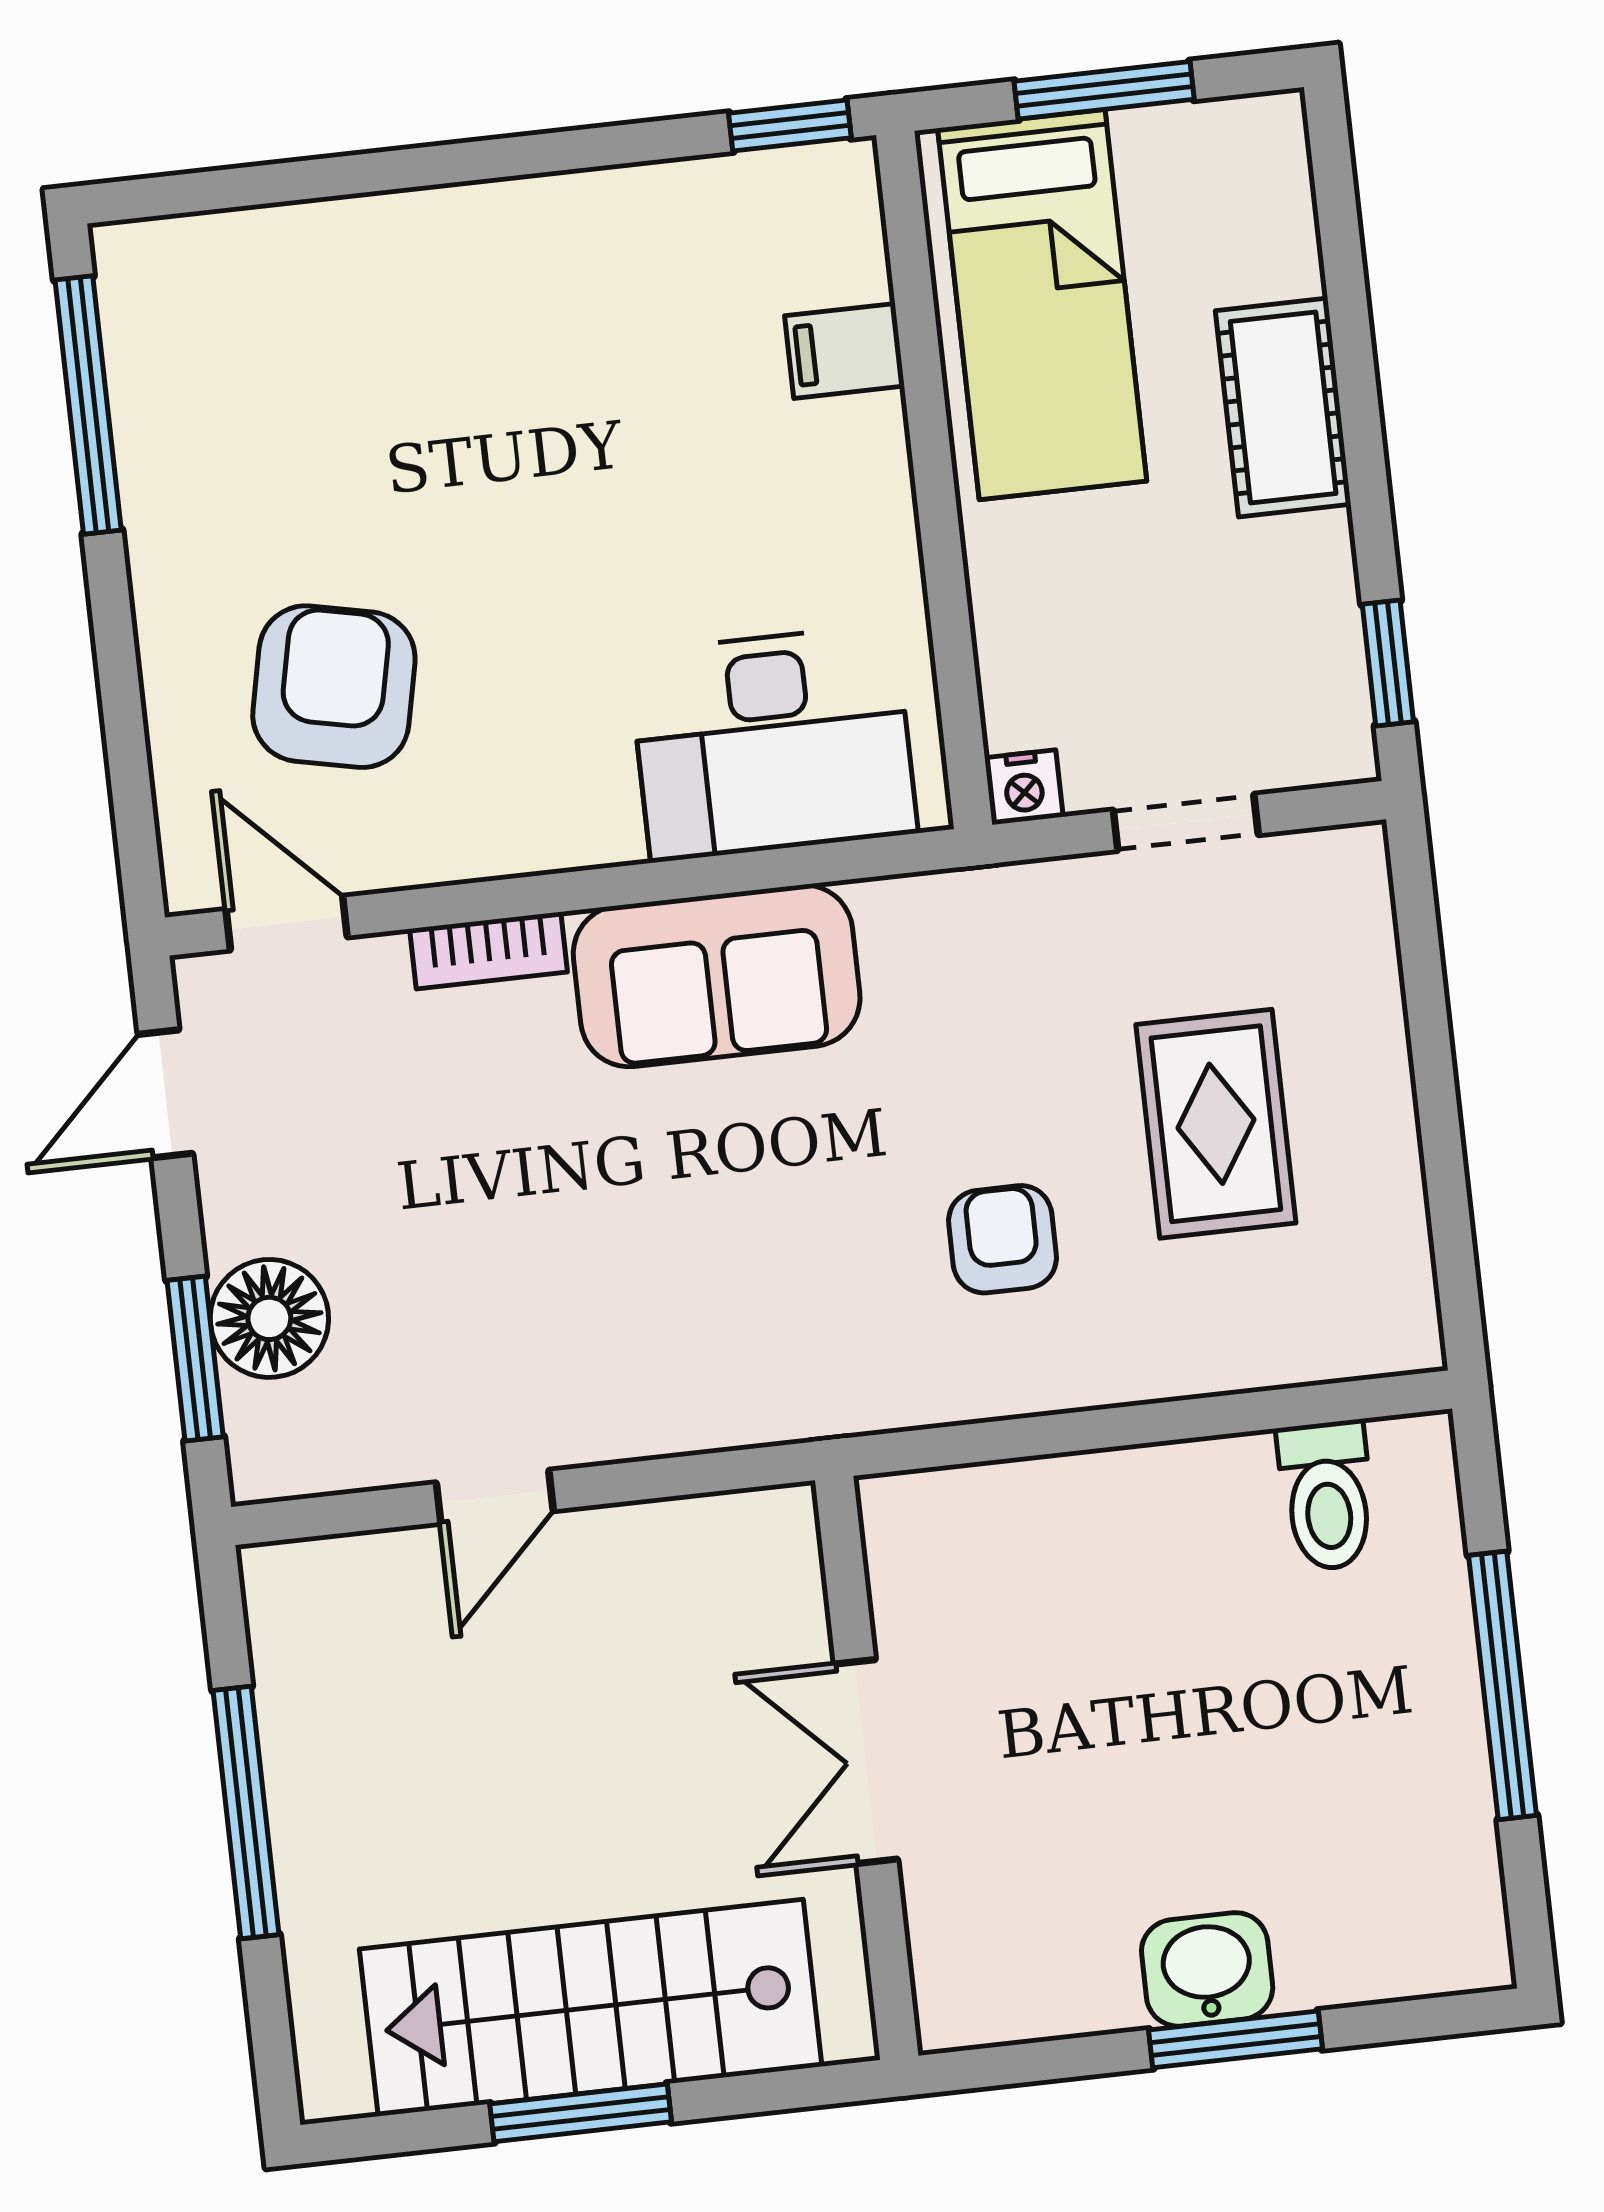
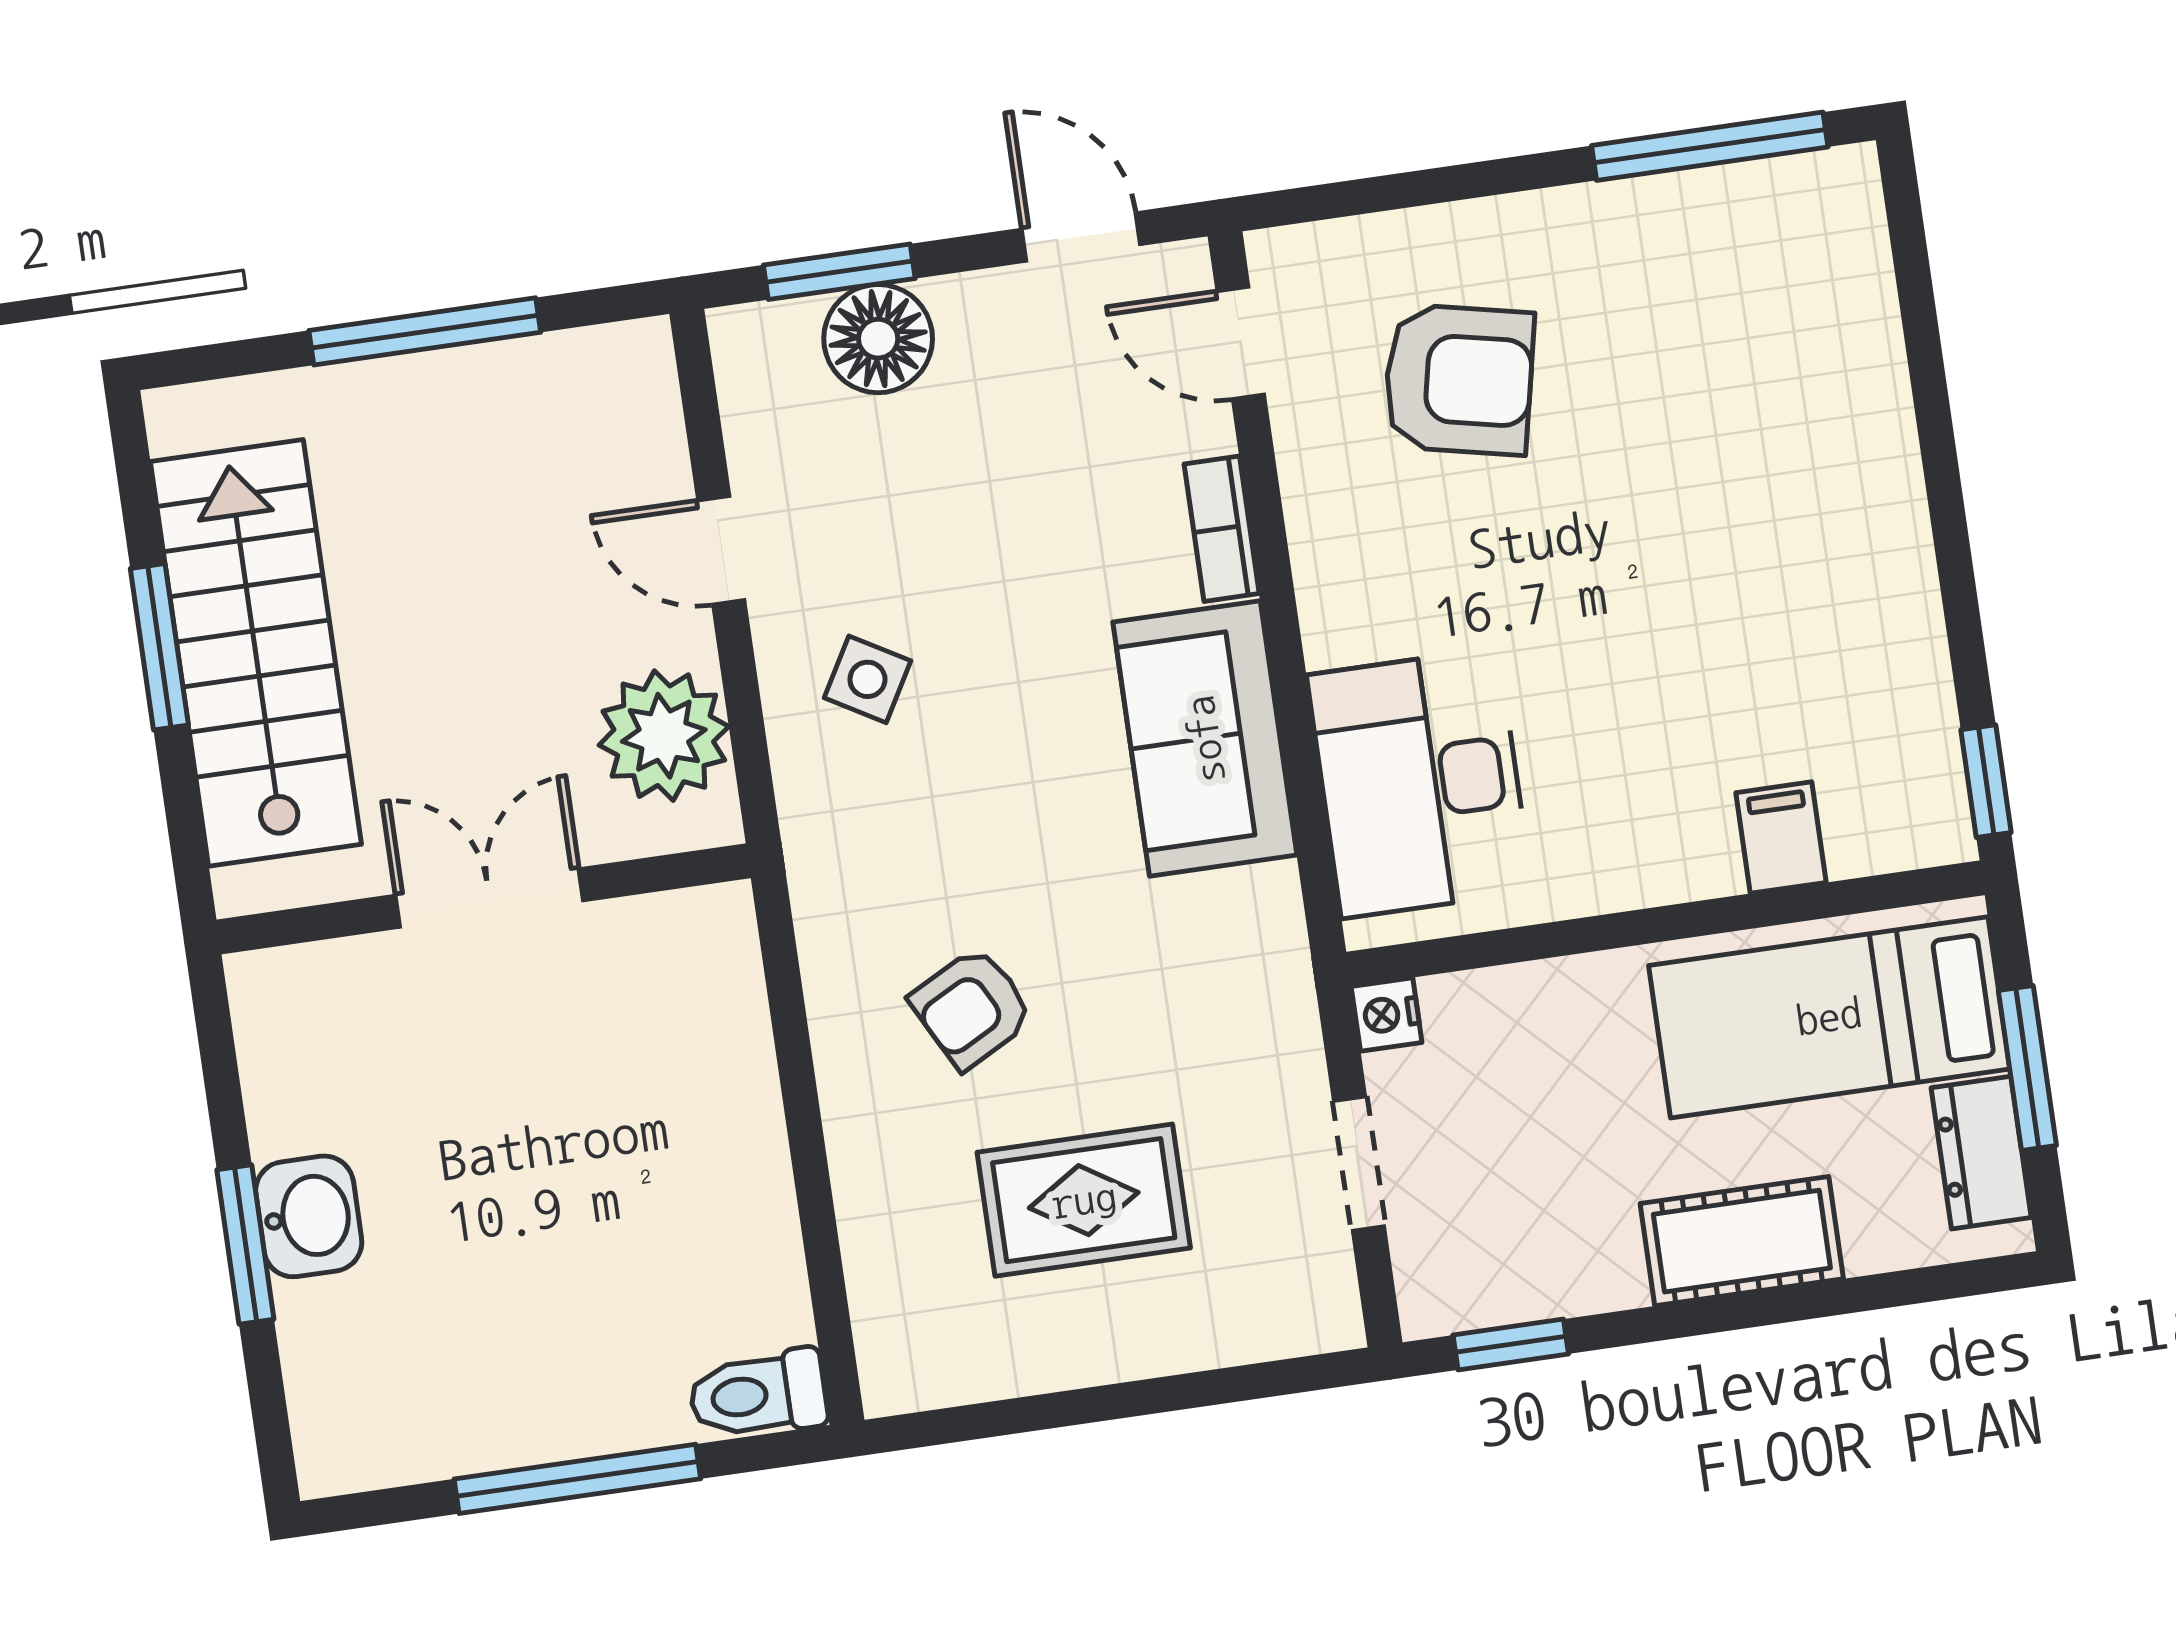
dresser: (1195, 143) -> (1981, 1153), added
door: (287, 923) -> (1241, 343), swing flipped
armchair: (1002, 1239) -> (972, 1008), turned 152
side table: (641, 1342) -> (867, 679), added
toilet: (1327, 1496) -> (758, 1394), moved
plant: (695, 1566) -> (664, 736), added

